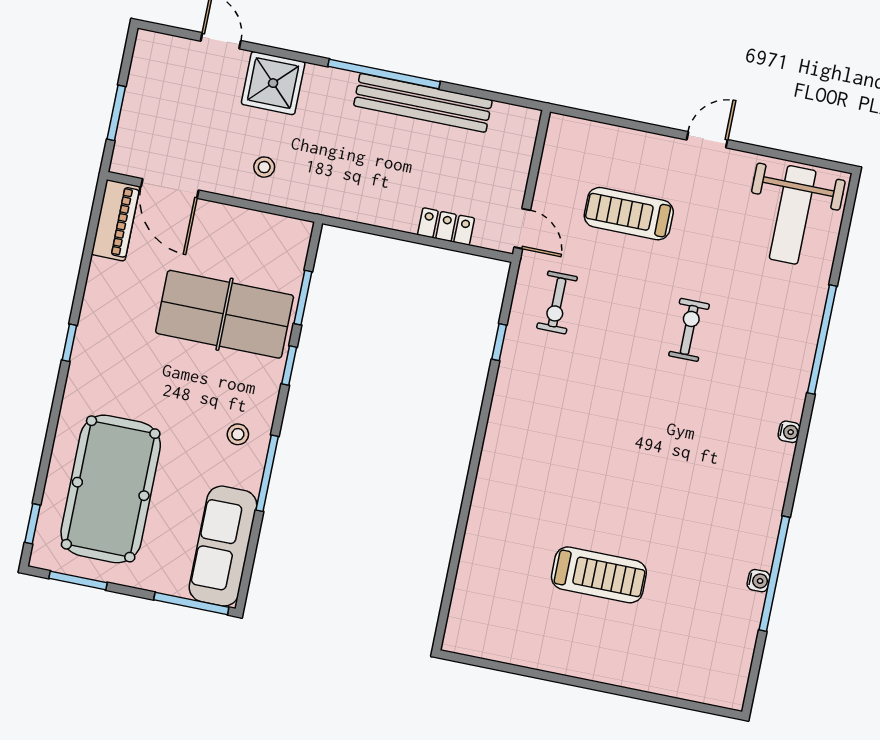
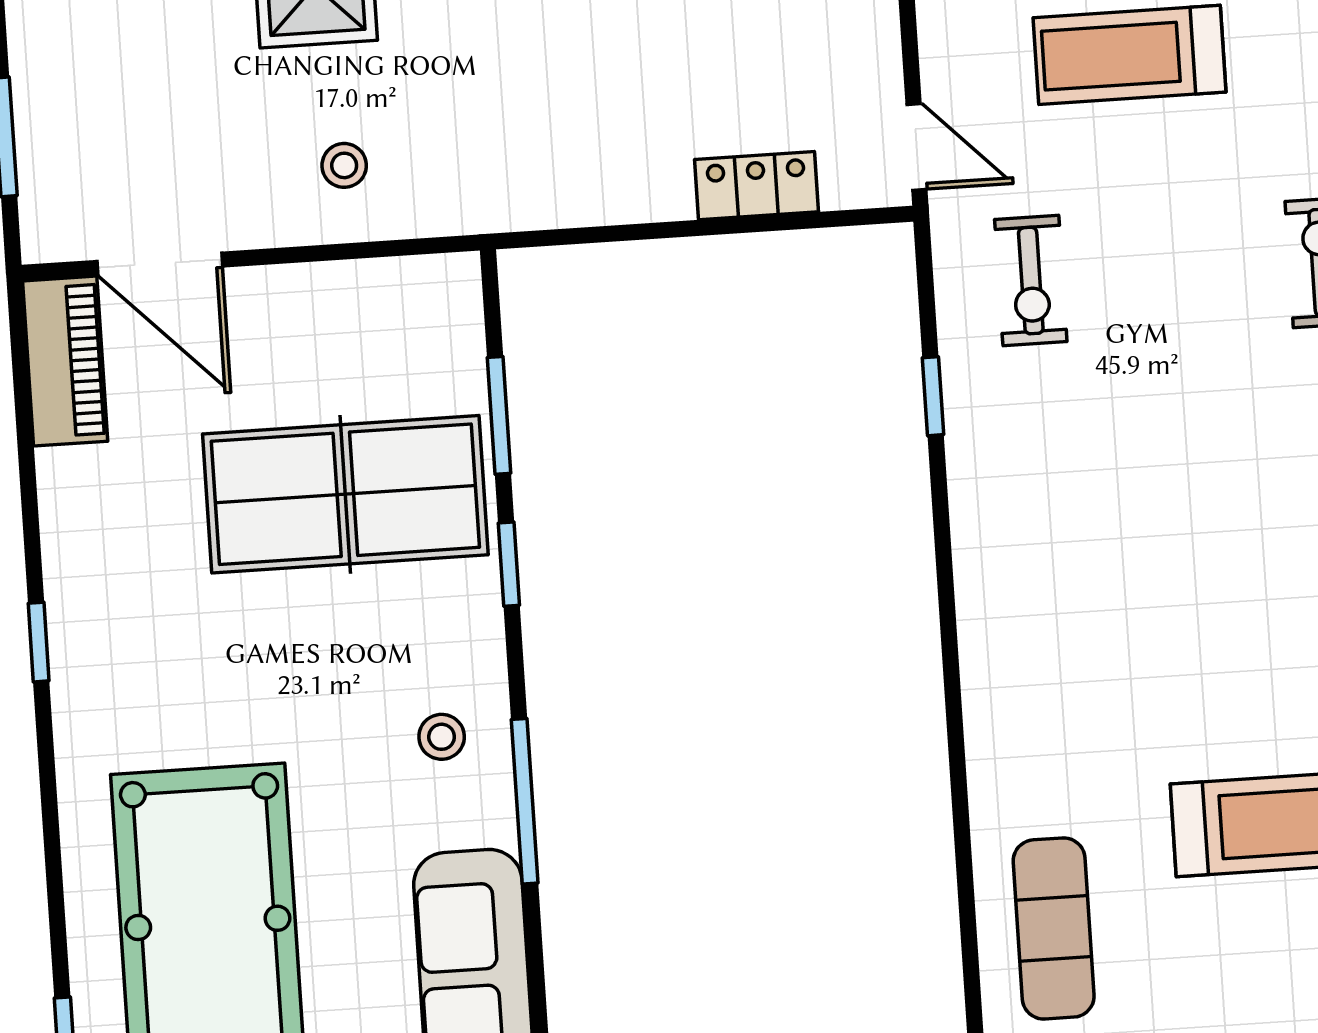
exercise mat: (488, 595) -> (1054, 928), added

